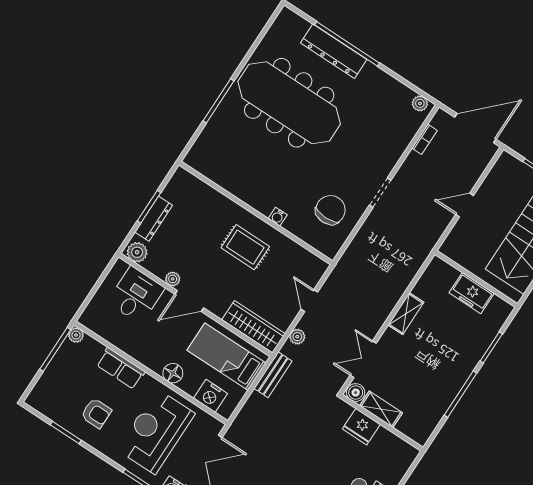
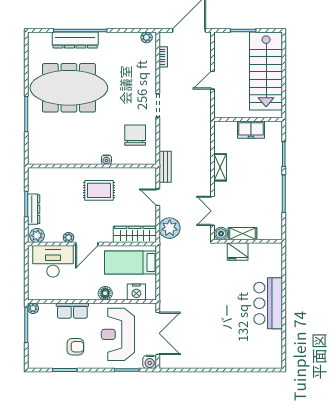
desk: (136, 295) -> (53, 261), width x1.37
plant: (297, 337) -> (170, 228), width x1.88, depth x1.88
bench: (273, 375) -> (165, 167), moved

